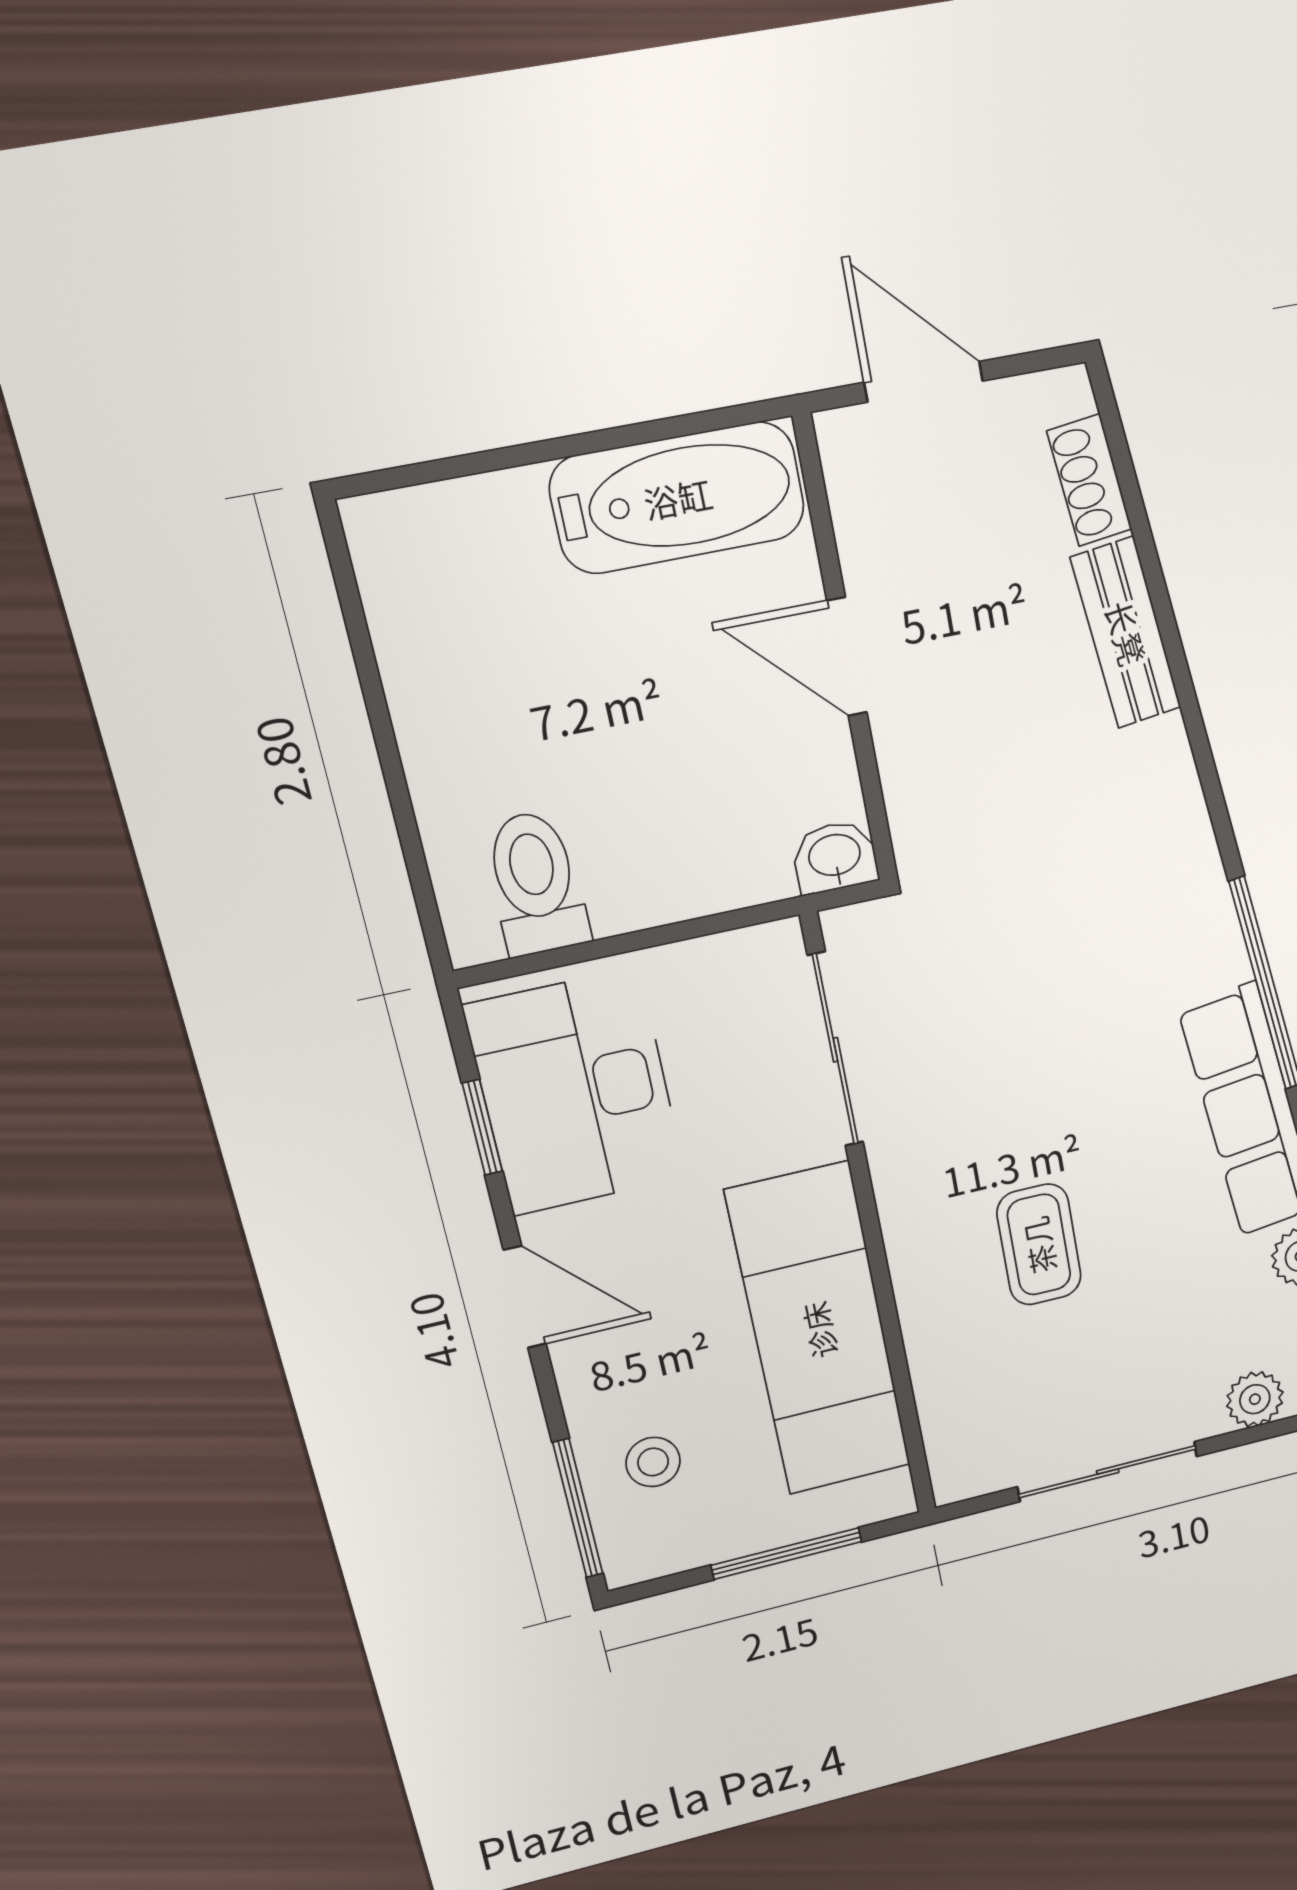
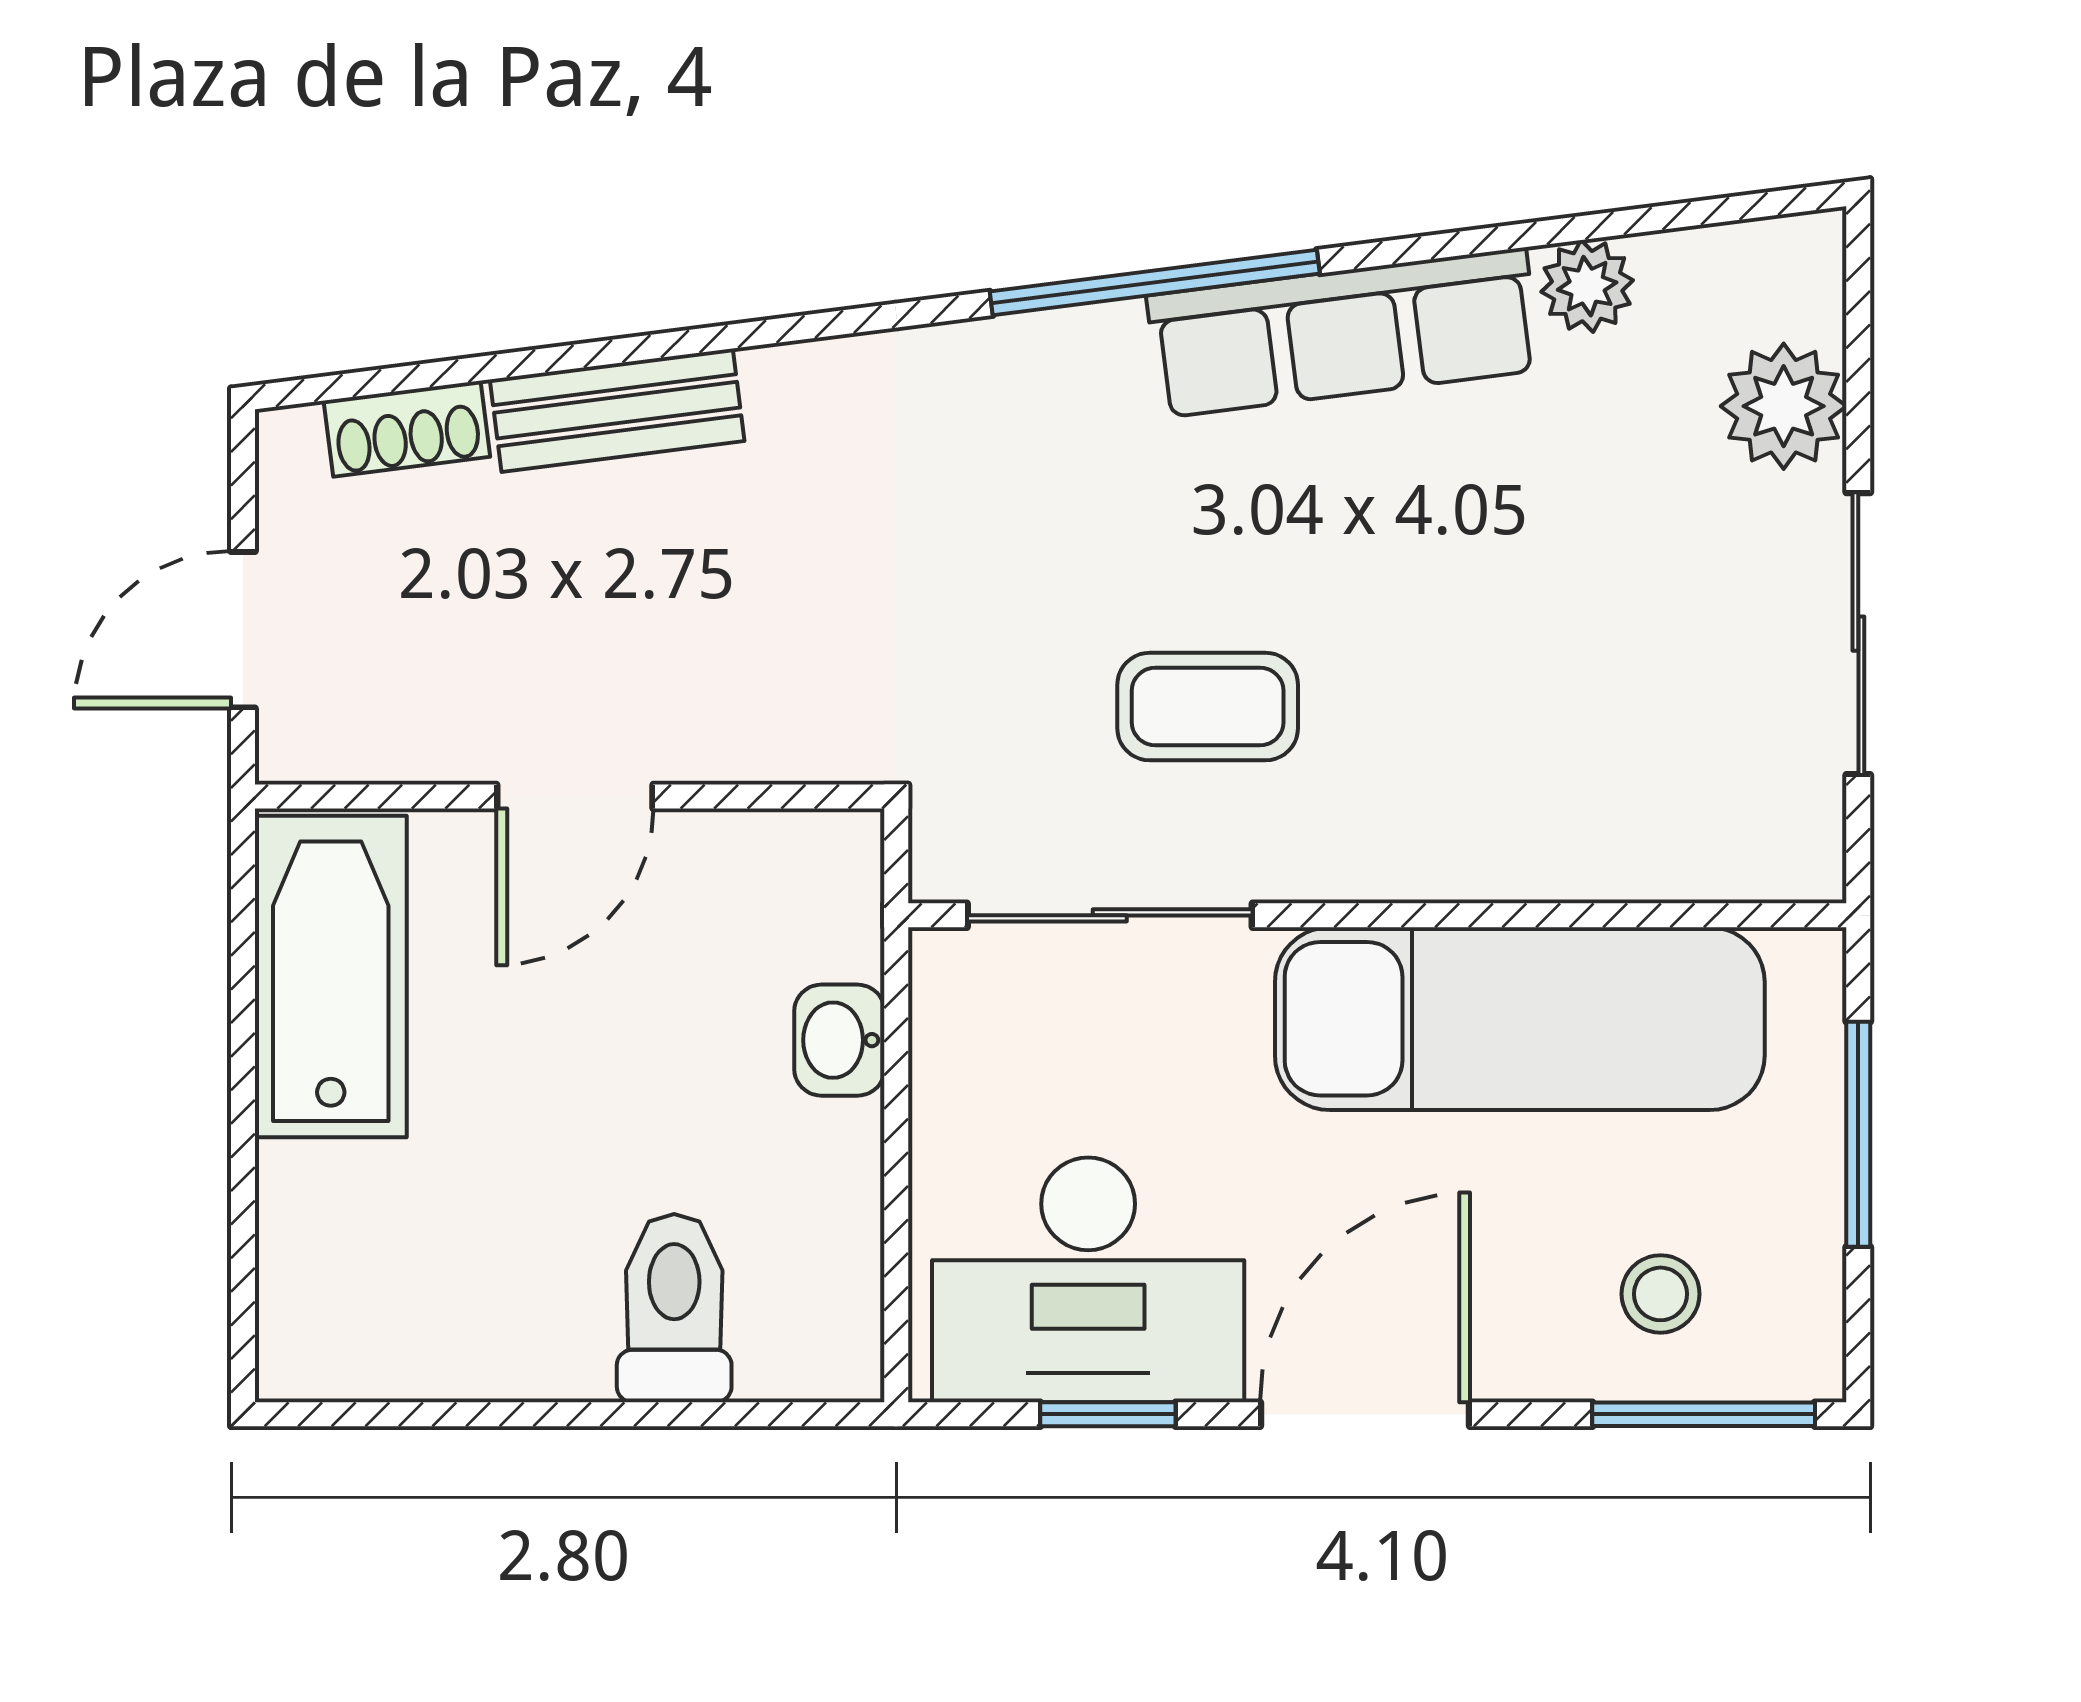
washbasin: (835, 857) -> (839, 1040), moved
toilet: (536, 883) -> (674, 1308), moved, turned 90
coffee table: (1039, 1245) -> (1208, 707), moved
door: (525, 1297) -> (1365, 1414), width x1.37
plant: (1255, 1399) -> (1784, 406), width x1.38, depth x1.38

